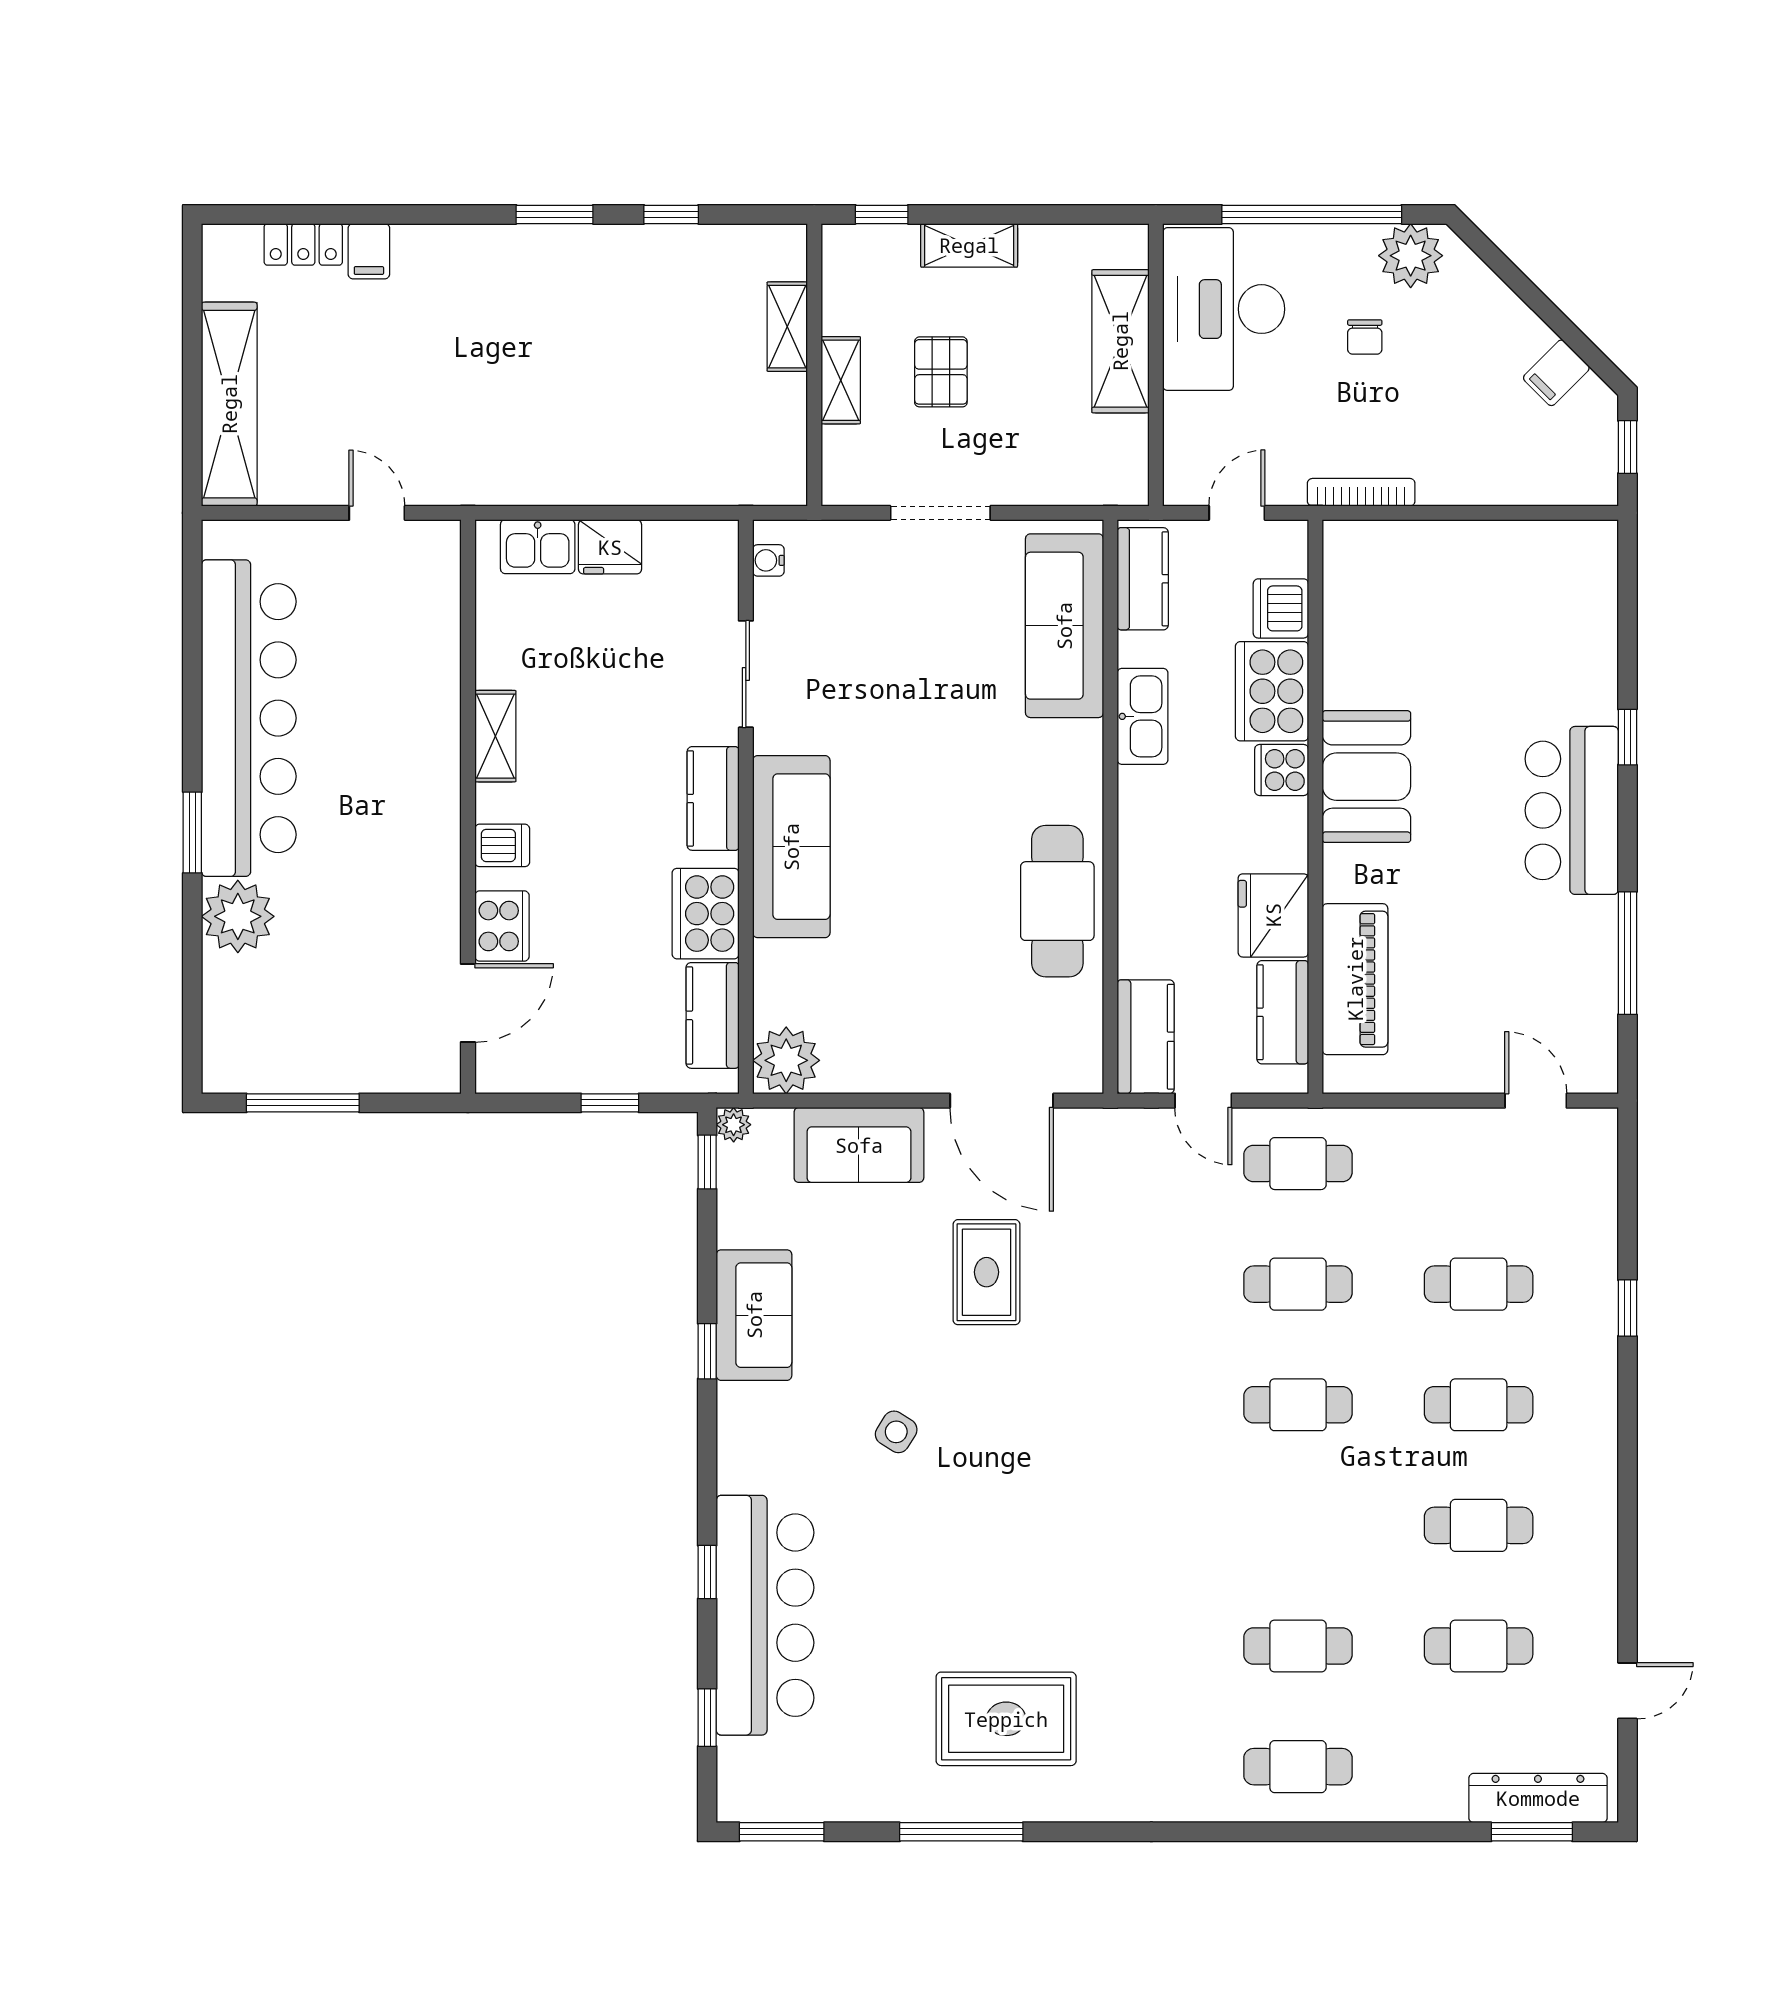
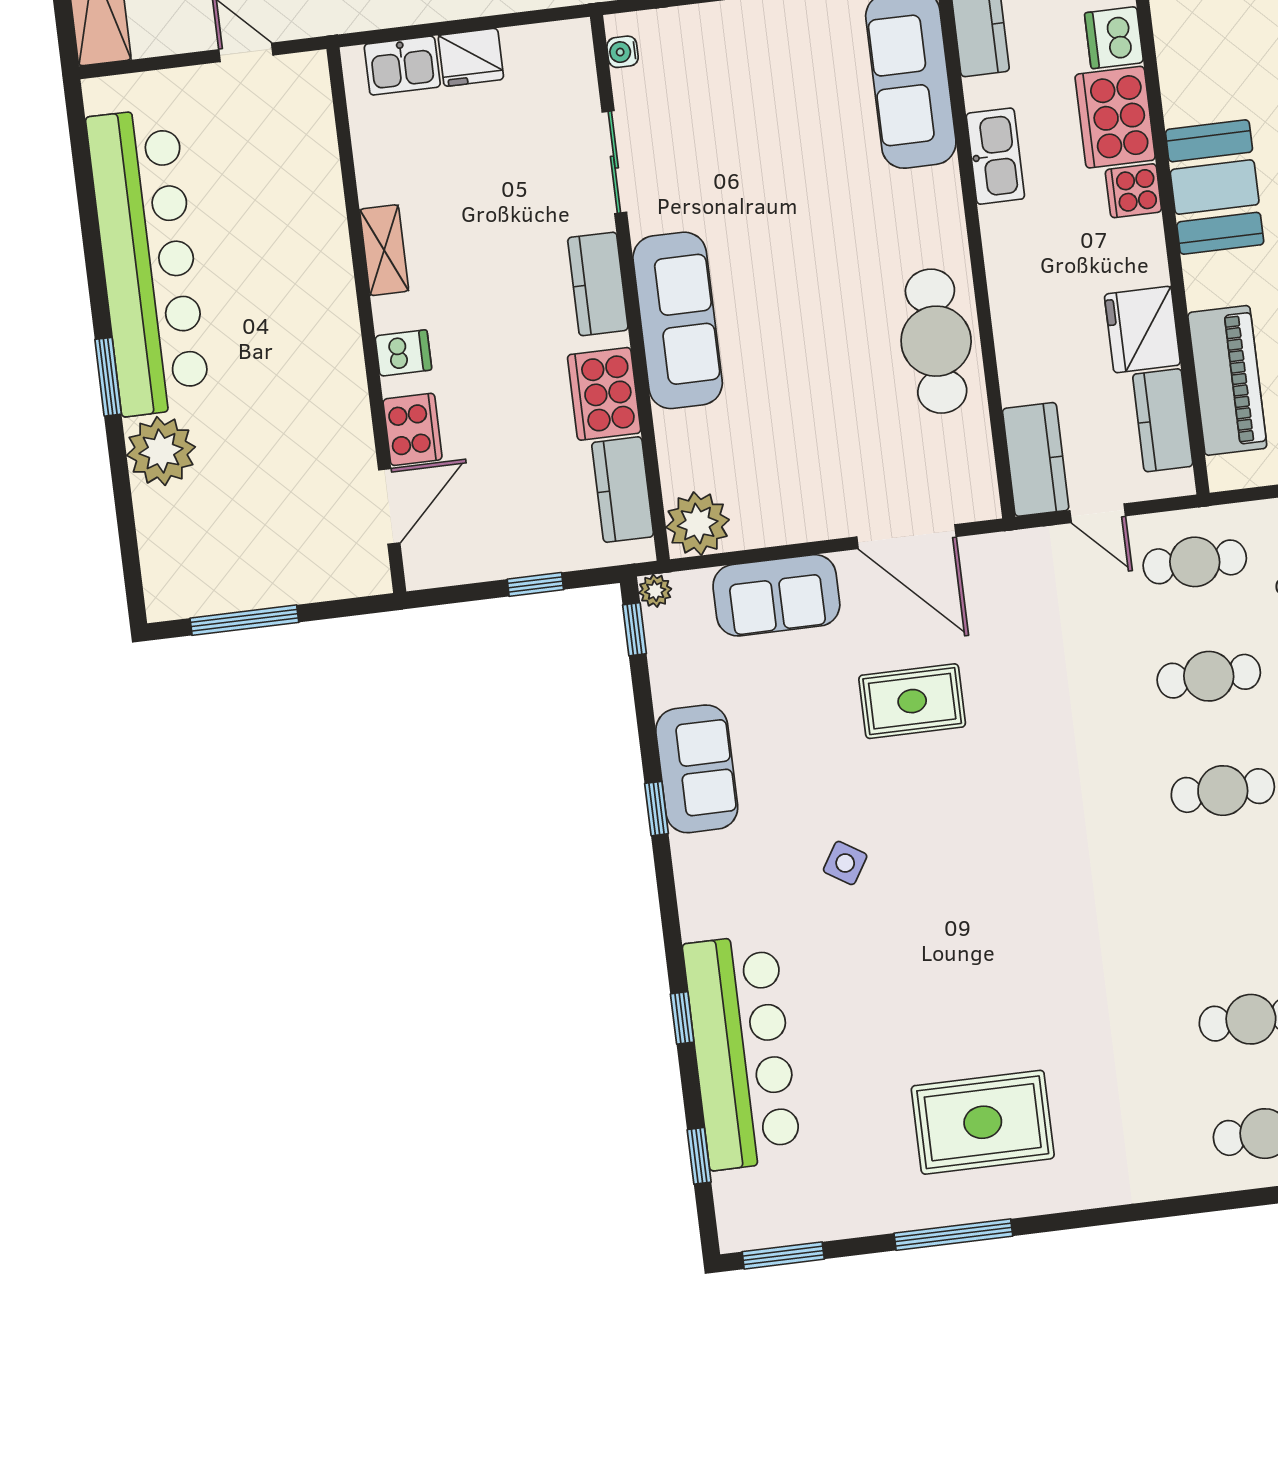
rug: (986, 1272) -> (912, 701), turned 90

